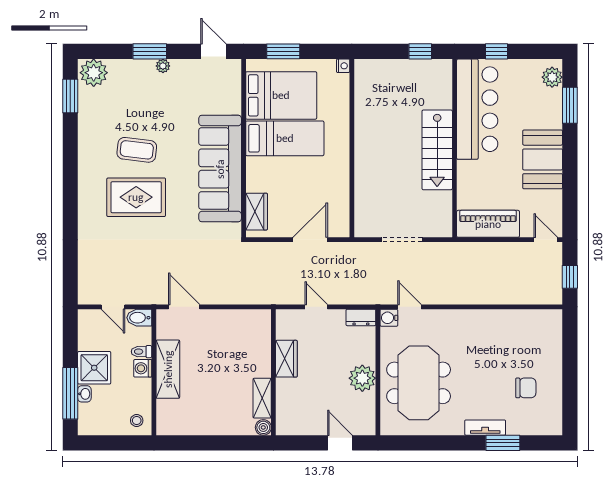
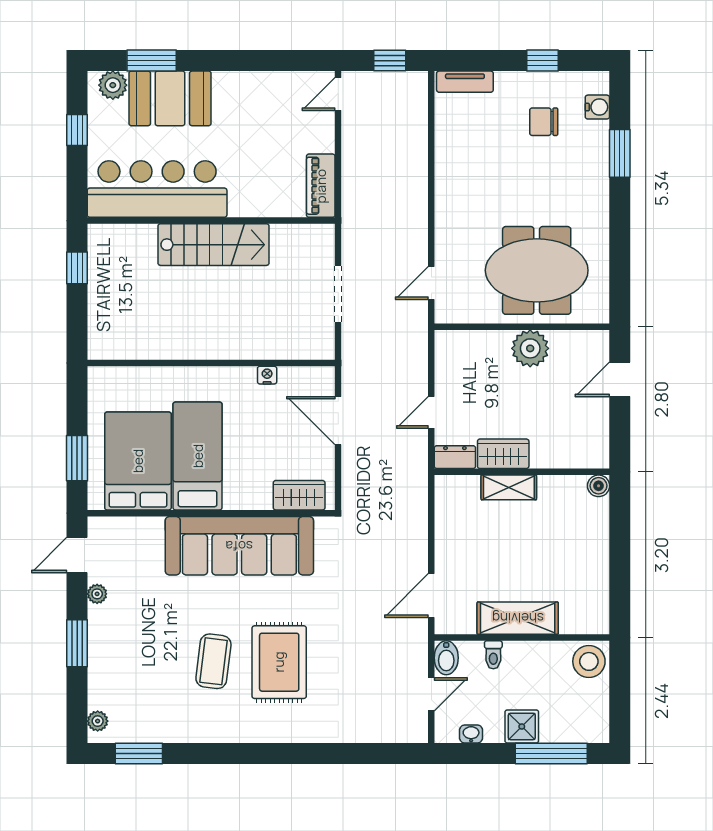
window: (497, 51) -> (77, 130), moved
plant: (163, 66) -> (97, 594), moved
nightstand: (343, 66) -> (267, 375), moved
plant: (94, 73) -> (98, 721), width x0.53, depth x0.53
booth: (543, 159) -> (170, 98), moved
piano: (488, 224) -> (321, 186), width x0.73, depth x0.75
dresser: (361, 317) -> (455, 457), moved, turned -90
water cooler: (389, 318) -> (597, 107), moved, turned -90
shower: (94, 368) -> (522, 726), width x0.73, depth x0.73
washing machine: (143, 368) -> (516, 653), removed
window: (570, 387) -> (542, 61), added
chair: (526, 388) -> (544, 122), turned -90
washbasin: (84, 394) -> (471, 734), moved
shelving: (262, 398) -> (509, 487), moved
stool: (137, 421) -> (589, 661), width x1.89, depth x1.89
tv unit: (485, 428) -> (465, 82), moved, turned -90

